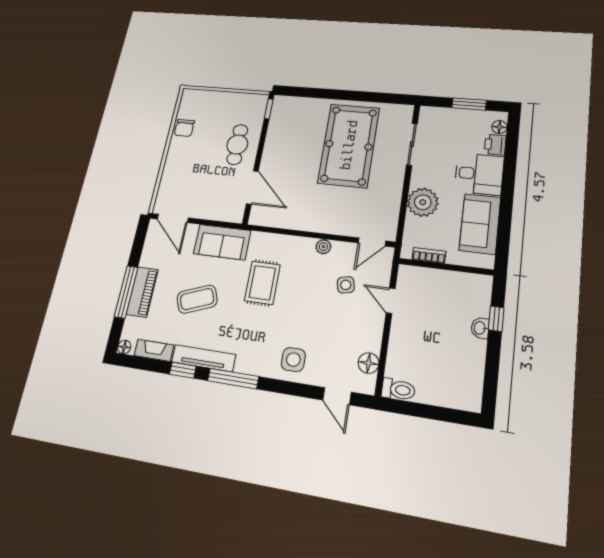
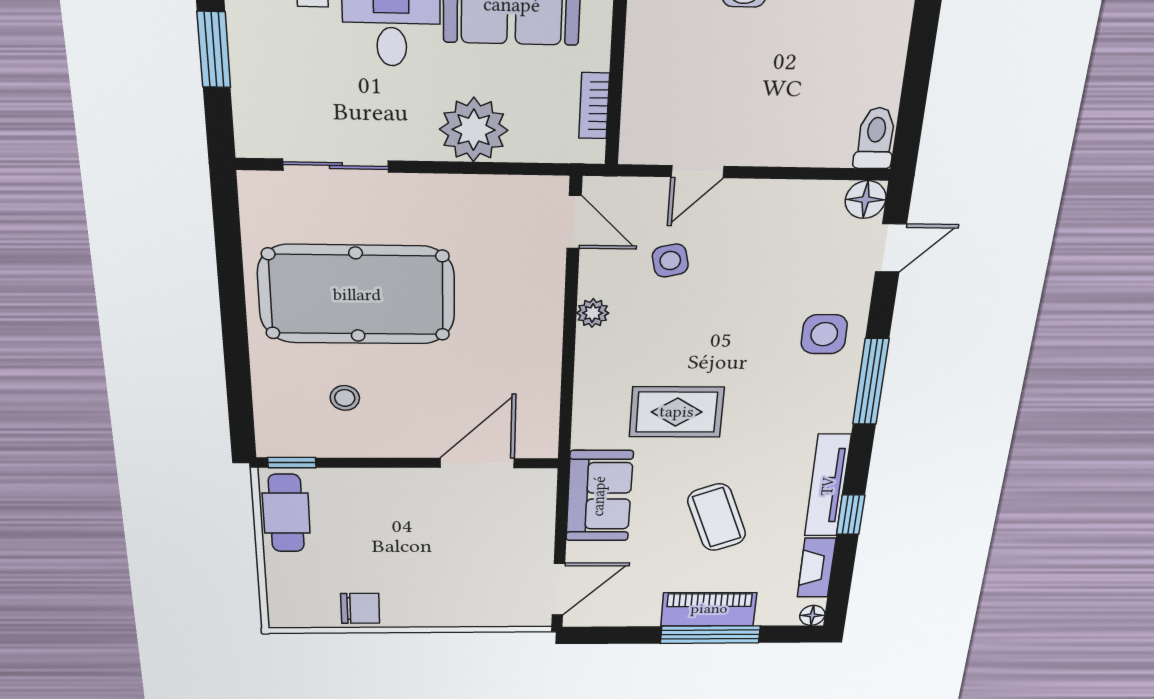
stool: (298, 134) -> (345, 398), added
cafe table: (237, 145) -> (286, 513), moved, turned 90
floor lamp: (369, 363) -> (866, 200), moved
window: (233, 379) -> (871, 382), moved

